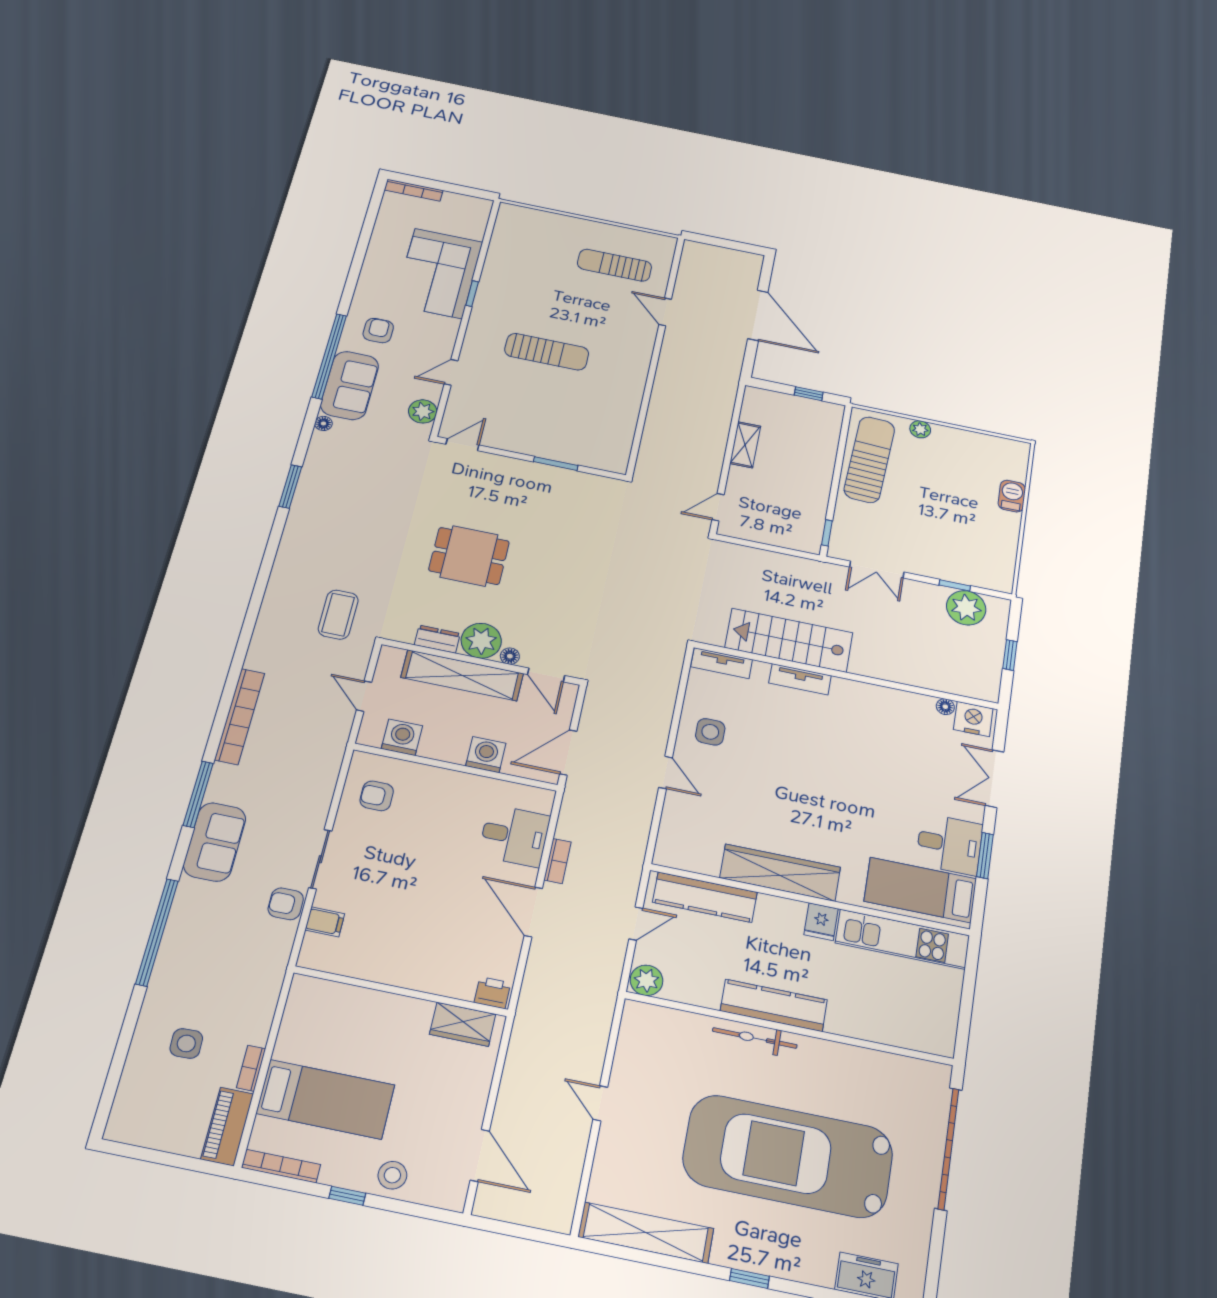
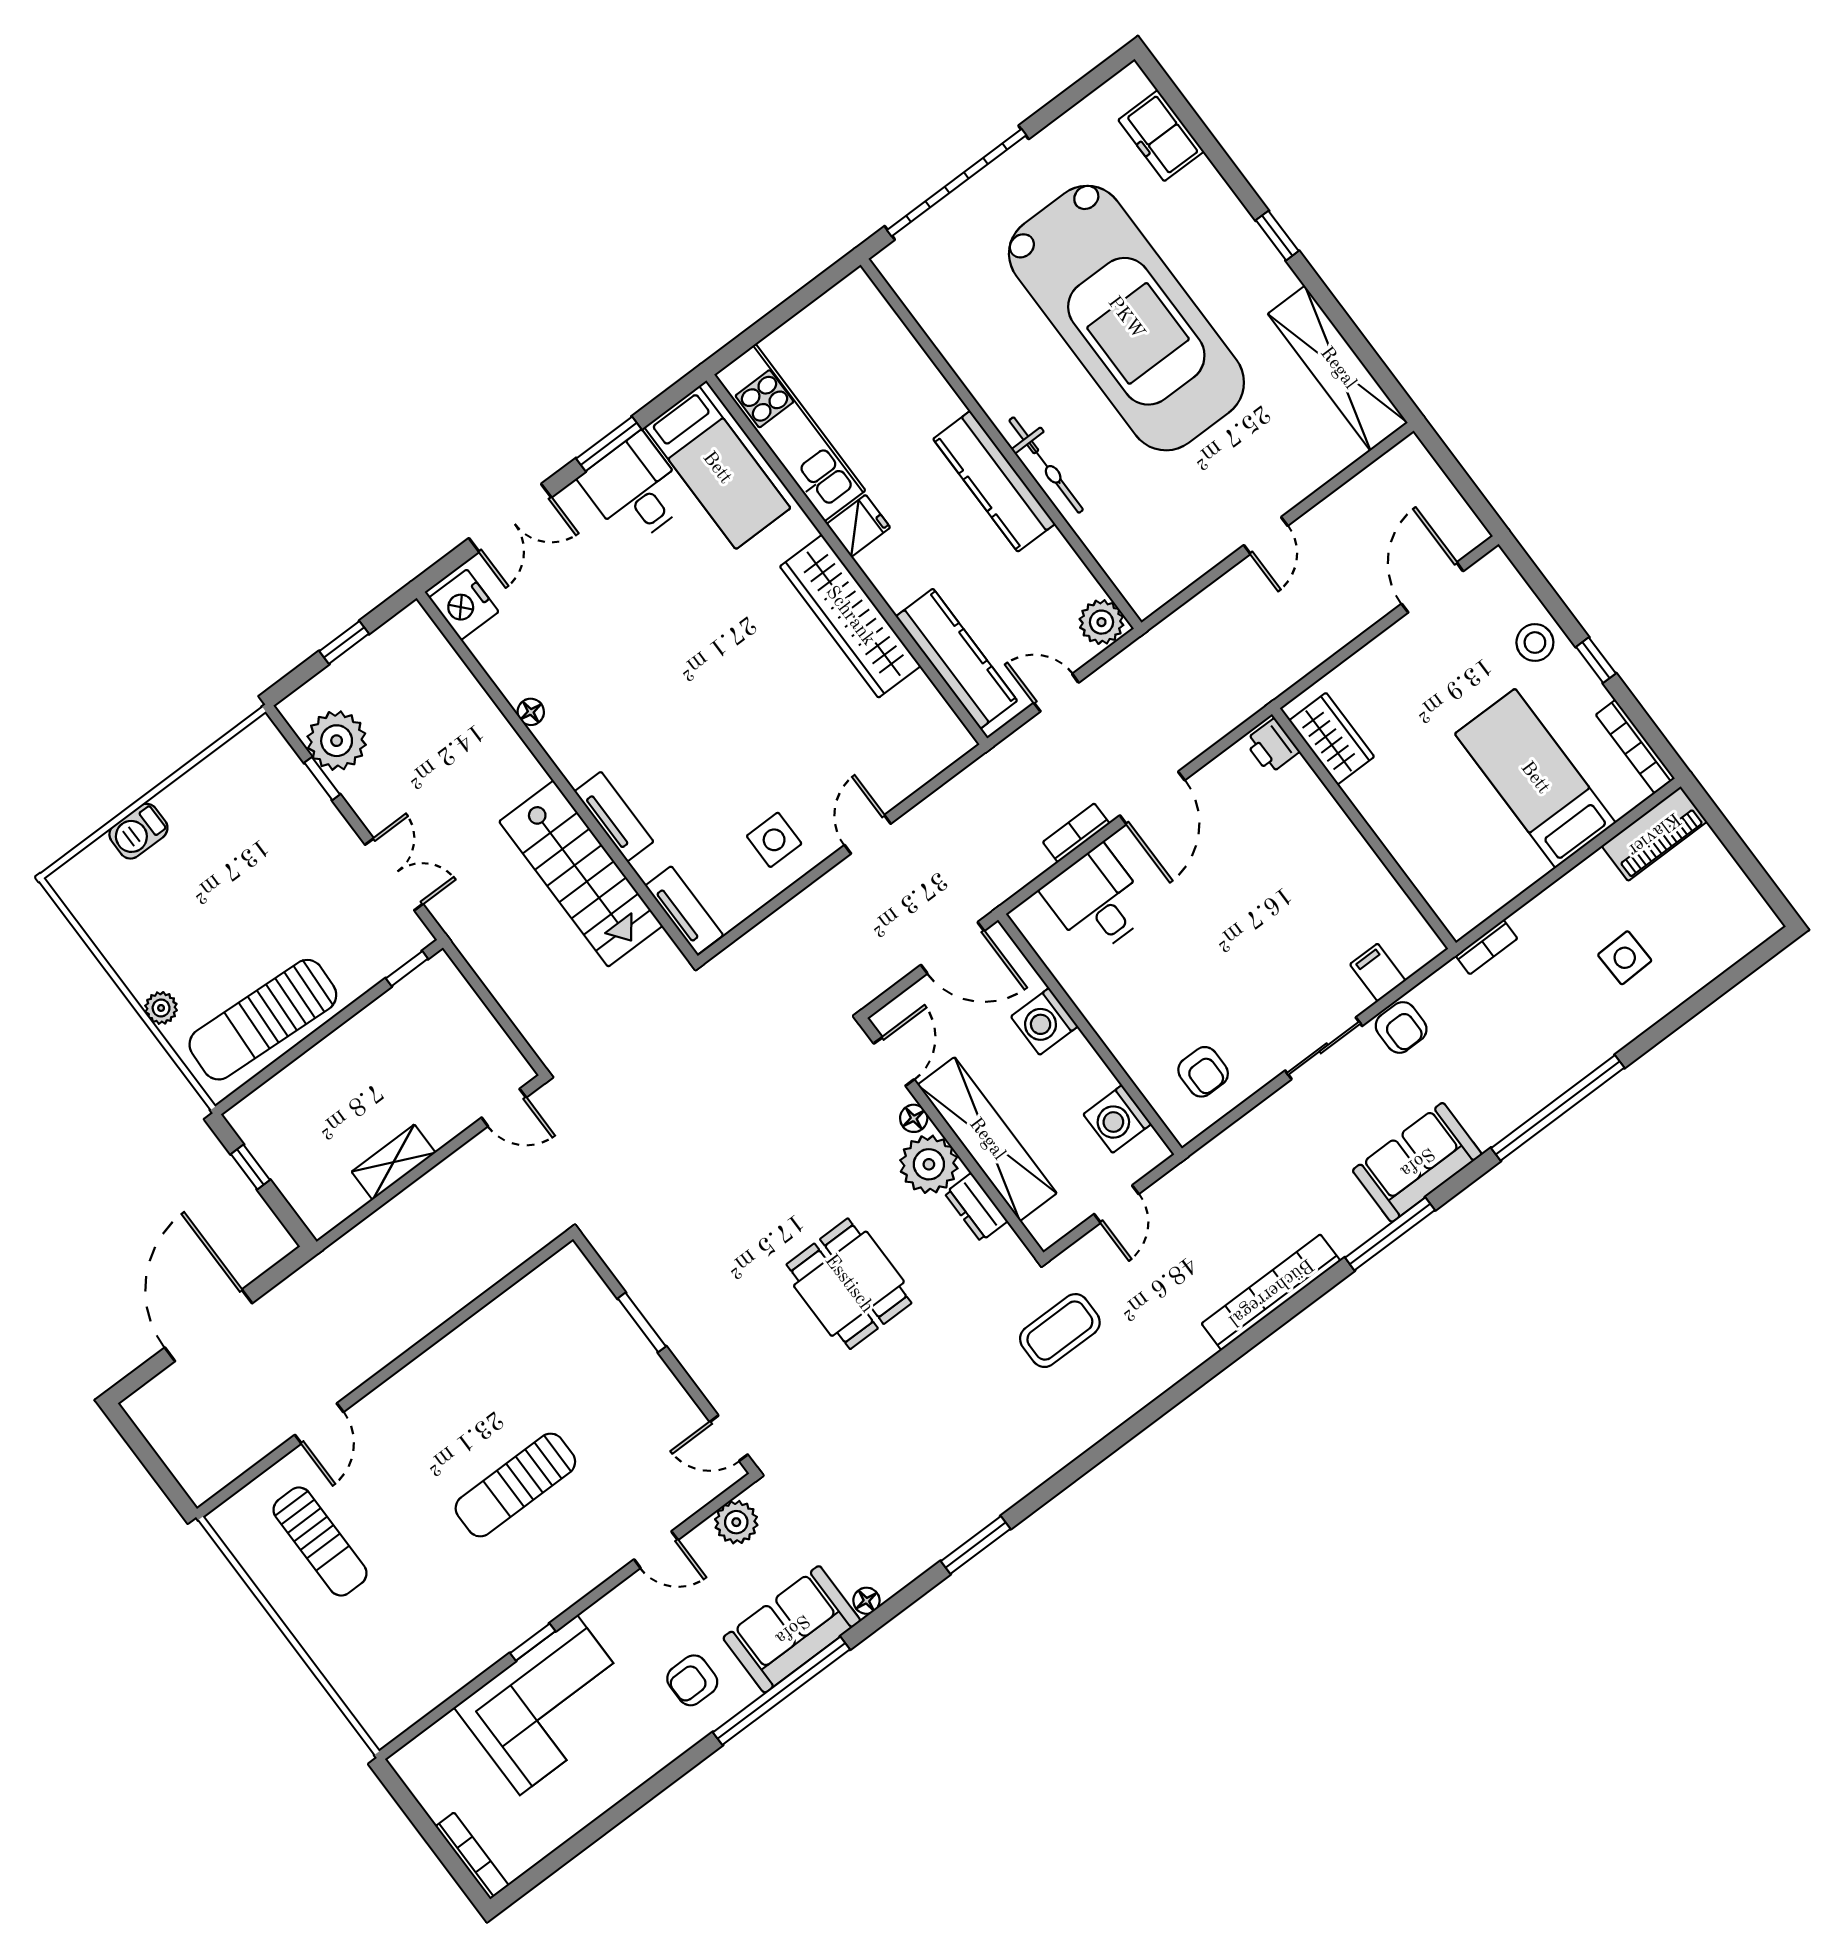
sun lounger: (547, 352) -> (515, 1485), turned -90
floor lamp: (945, 707) -> (531, 712), moved
bookcase: (251, 1068) -> (1486, 947), moved

